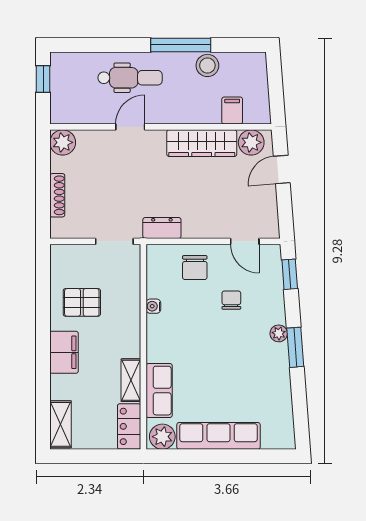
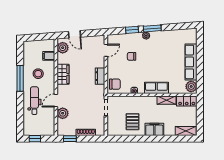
stool: (207, 65) -> (38, 74), moved
door: (130, 127) -> (56, 100), hinge flipped
plant: (63, 142) -> (63, 113), moved
wardrobe: (202, 143) -> (63, 74), width x0.67
window: (43, 159) -> (70, 139), added
dresser: (162, 228) -> (100, 76), moved
chair: (195, 268) -> (115, 84), moved
window: (290, 274) -> (132, 30), moved
row of seats: (159, 391) -> (156, 88), moved

